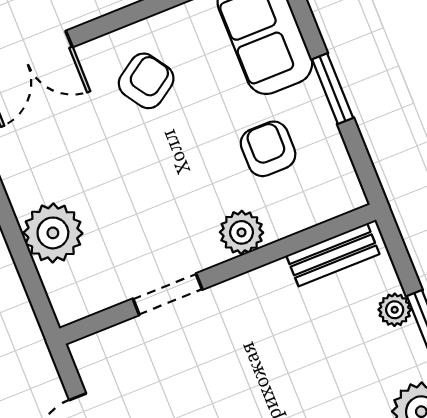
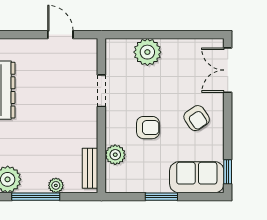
armchair: (268, 149) -> (148, 128), moved
plant: (242, 232) -> (115, 155), moved

